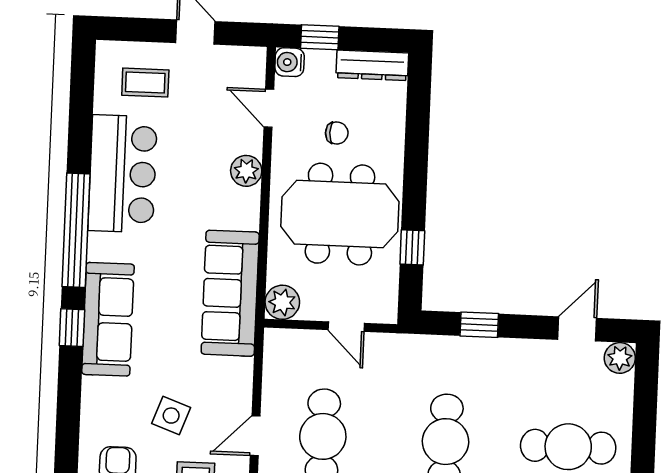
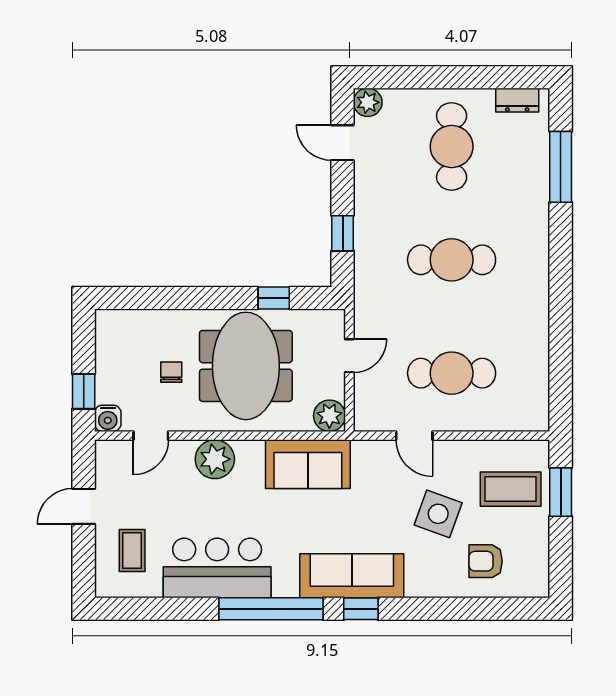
dresser: (372, 65) -> (107, 342), removed
plant: (246, 171) -> (215, 459), width x1.36, depth x1.36
sofa: (230, 293) -> (308, 464), width x0.73
side table: (171, 416) -> (438, 514), width x1.37, depth x1.37
door: (255, 436) -> (414, 436), moved

